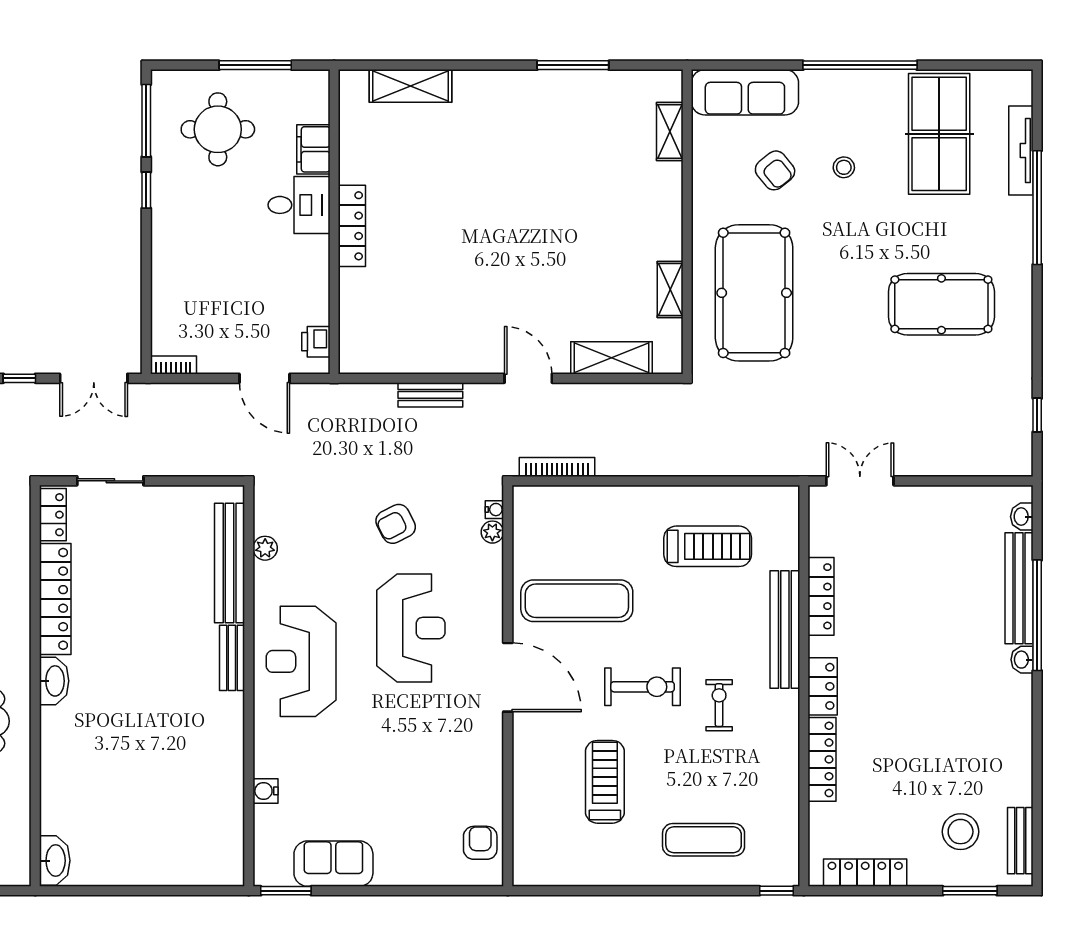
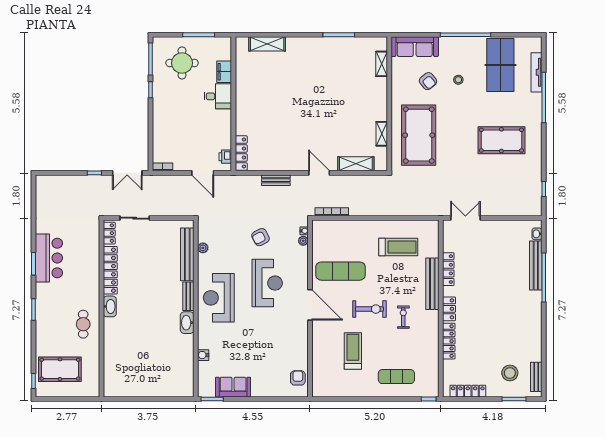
locker: (352, 226) -> (241, 153), moved
washbasin: (1022, 660) -> (537, 297), removed
washbasin: (55, 861) -> (187, 323), moved, turned 180

